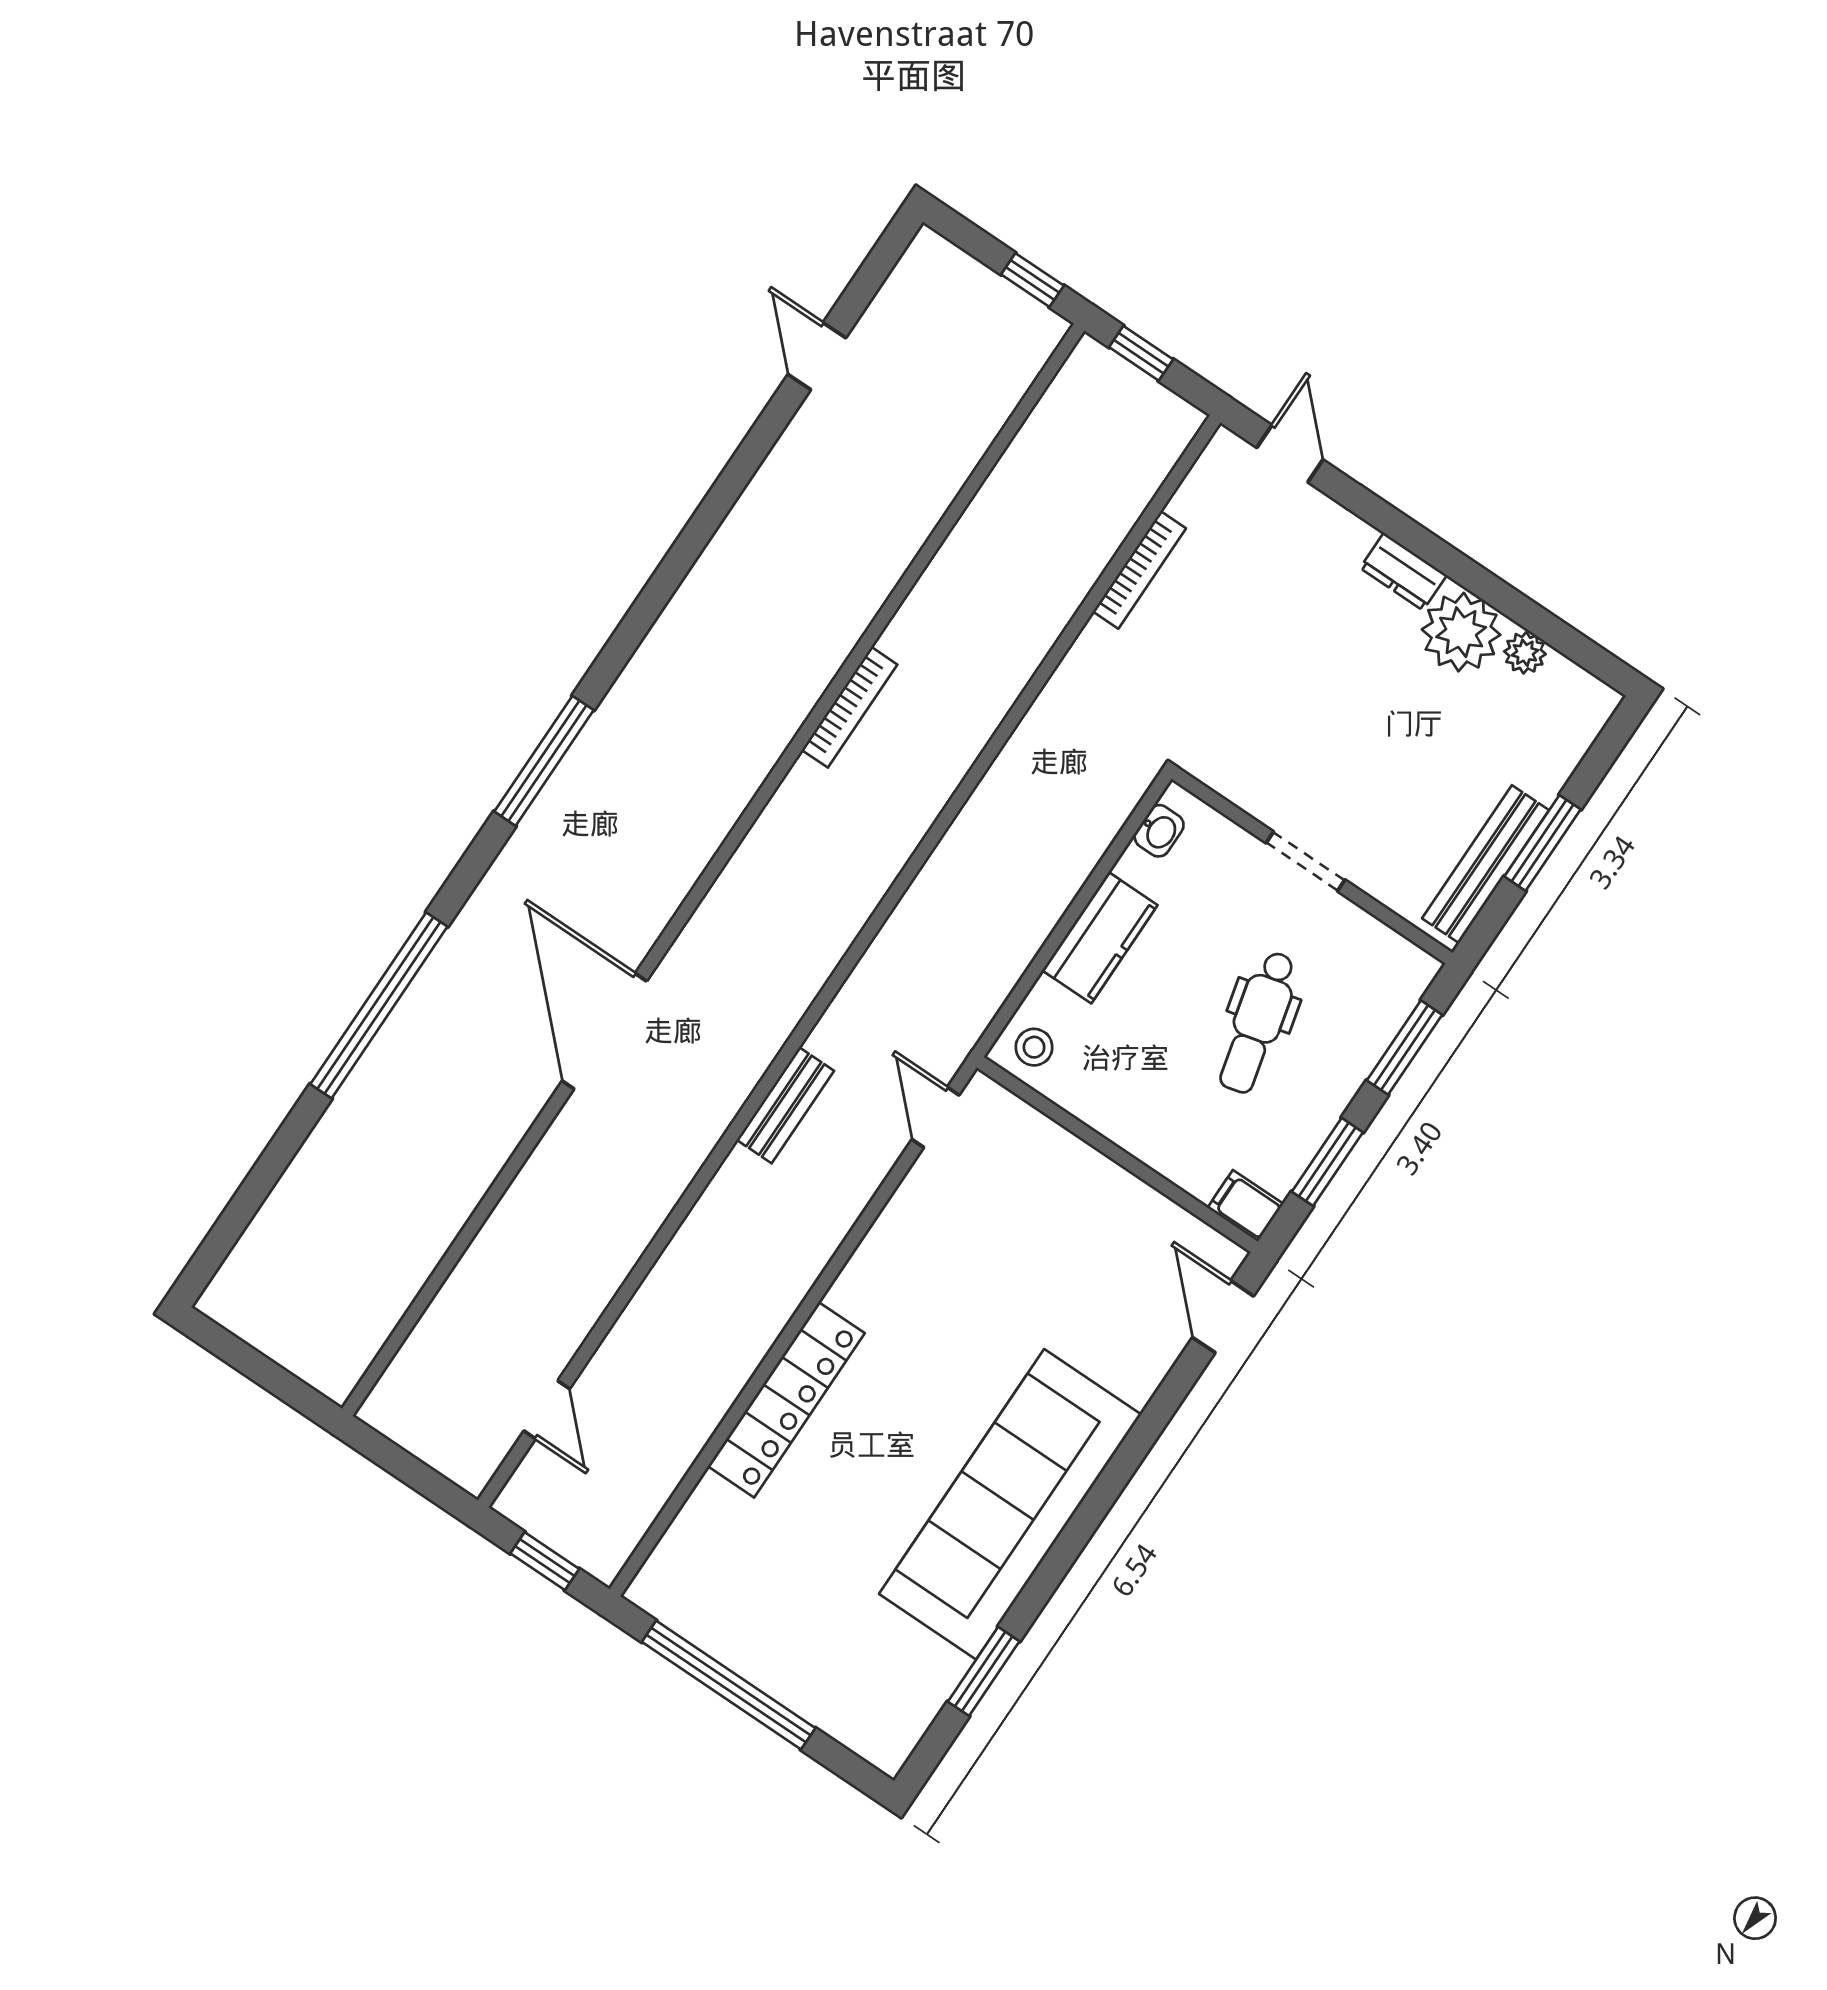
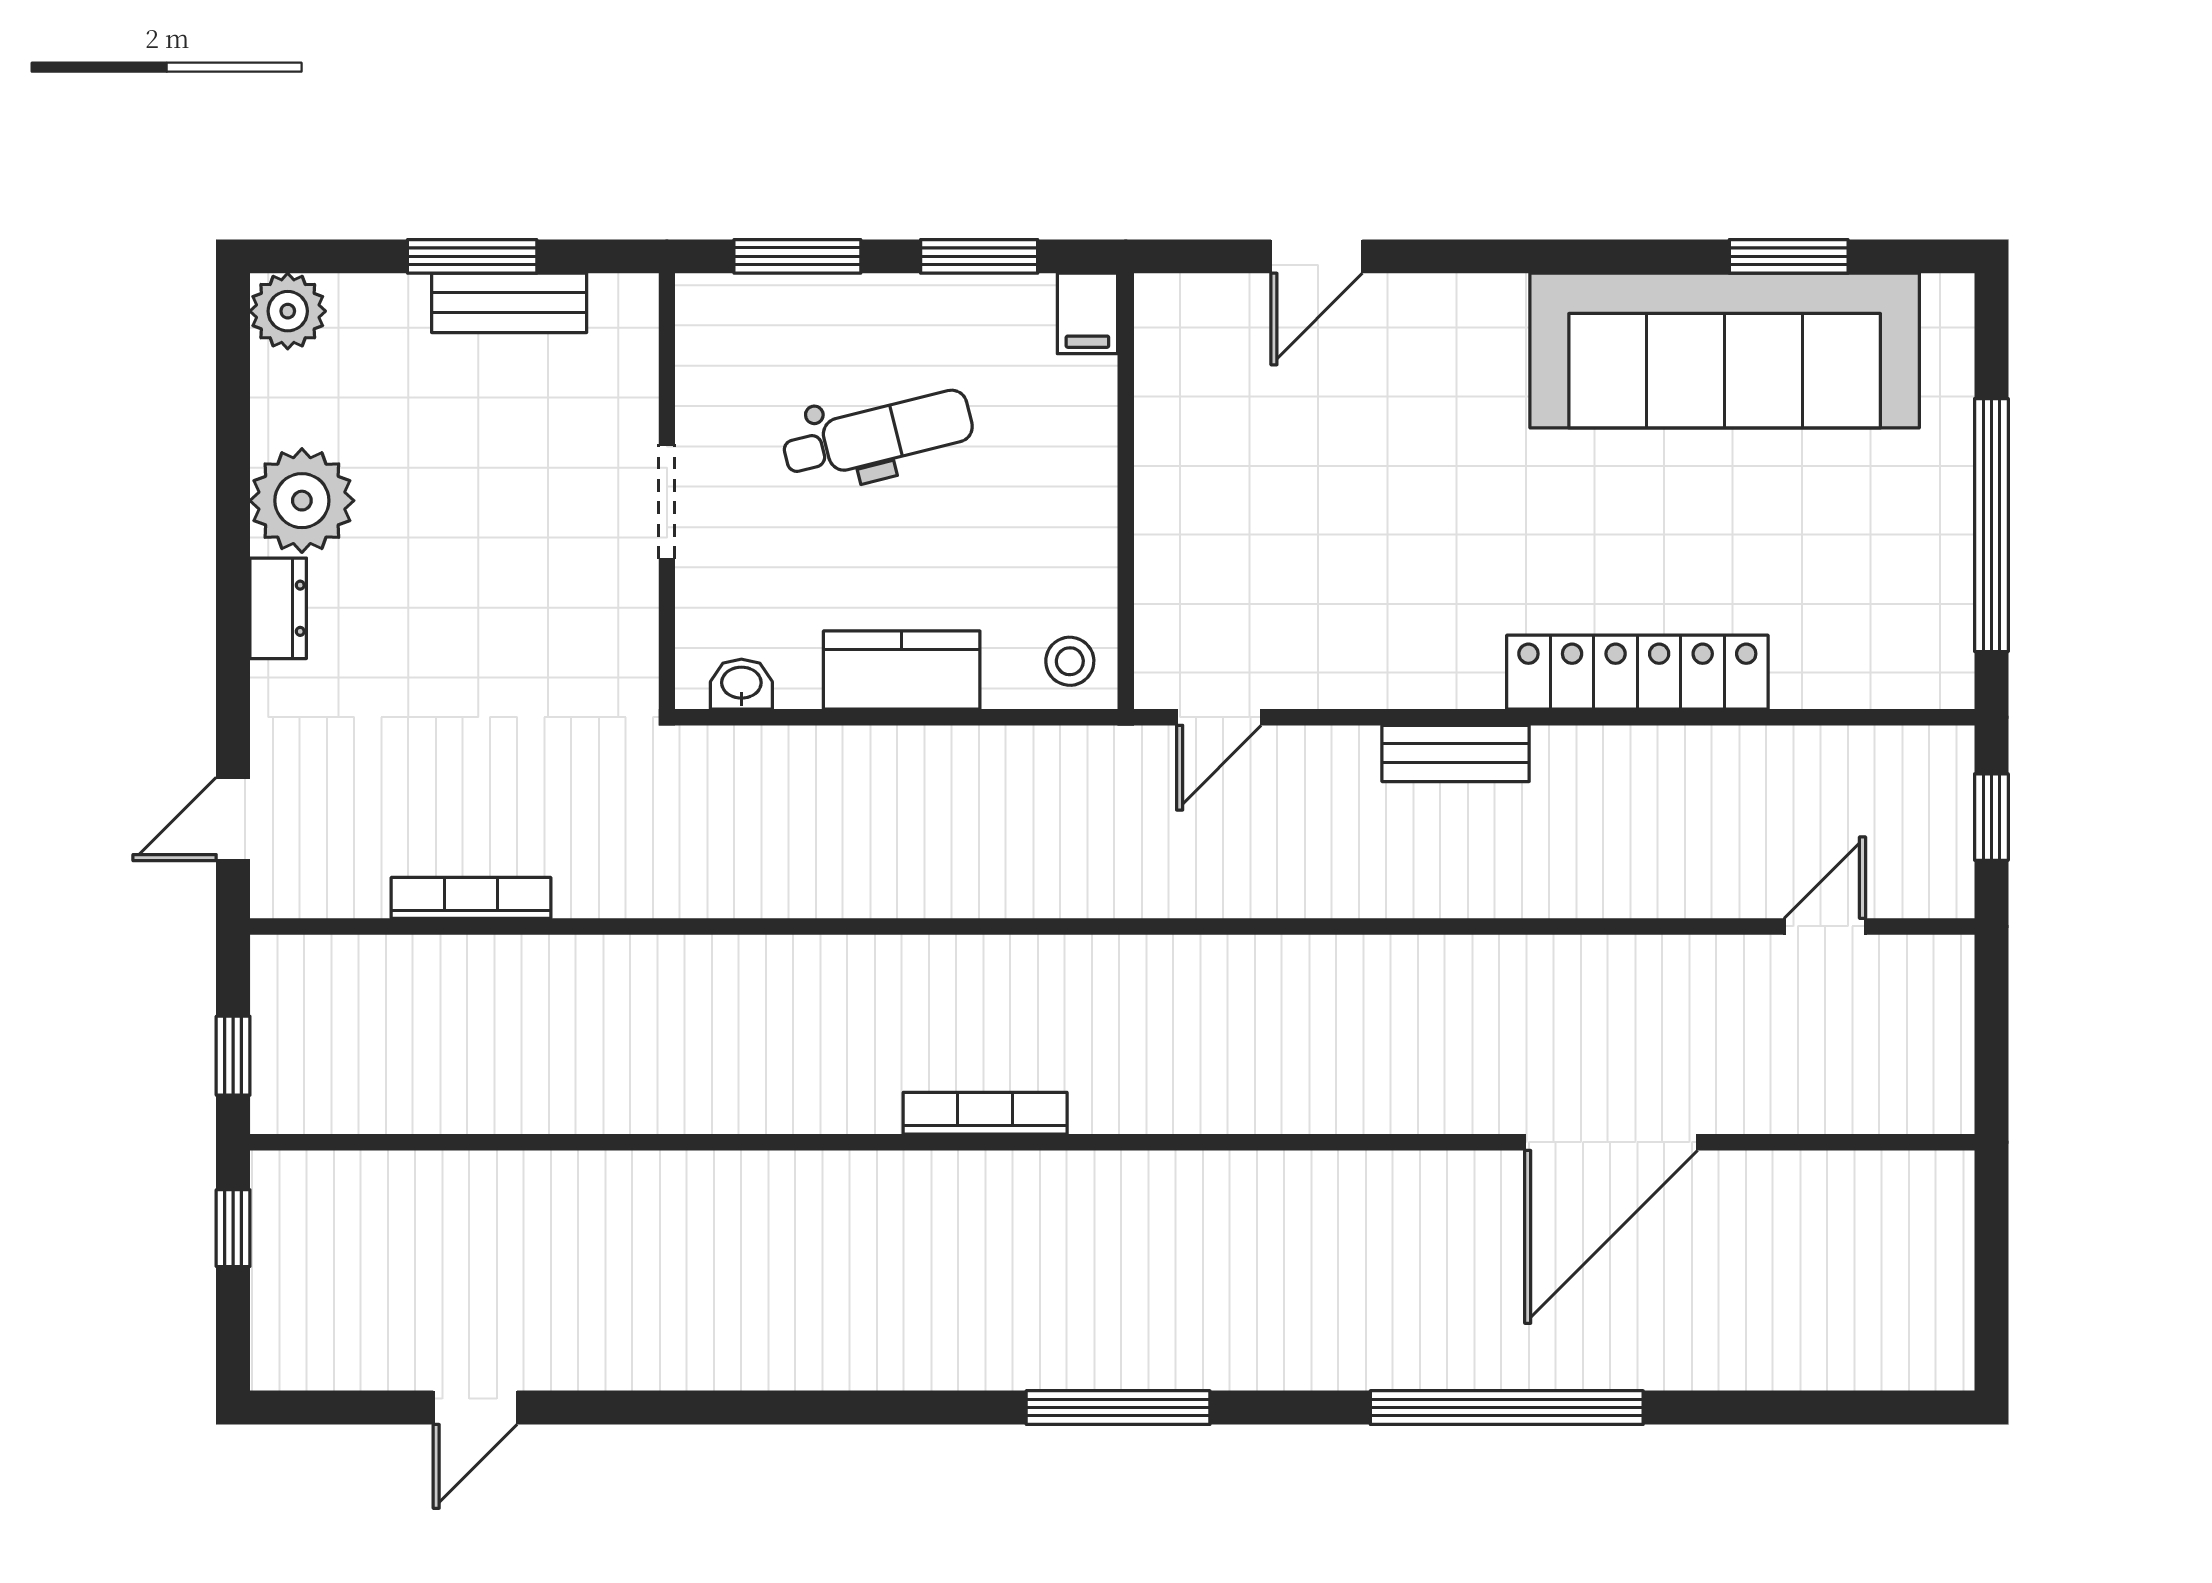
plant: (1525, 653) -> (288, 311), moved, width x1.38, depth x1.38
bookcase: (849, 707) -> (985, 1113), moved
bench: (1486, 864) -> (509, 303), width x0.73
door: (604, 1031) -> (1611, 1142), moved
bench: (785, 1105) -> (1456, 753), moved
door: (1223, 1317) -> (1317, 256), moved
sofa: (1010, 1504) -> (1725, 351), moved

